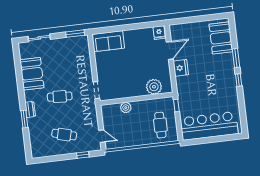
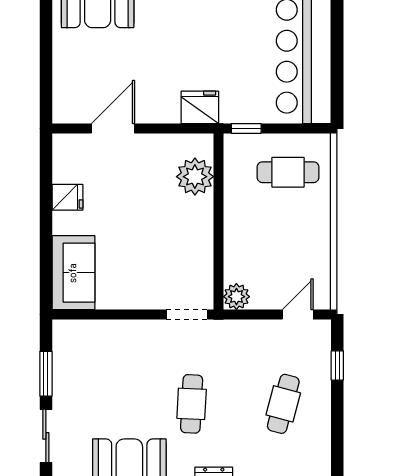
fridge: (159, 33) -> (67, 197), moved
window: (75, 34) -> (46, 374), moved
door: (170, 50) -> (113, 128), hinge flipped
fridge: (181, 68) -> (200, 107), moved
plant: (126, 108) -> (236, 297), moved

